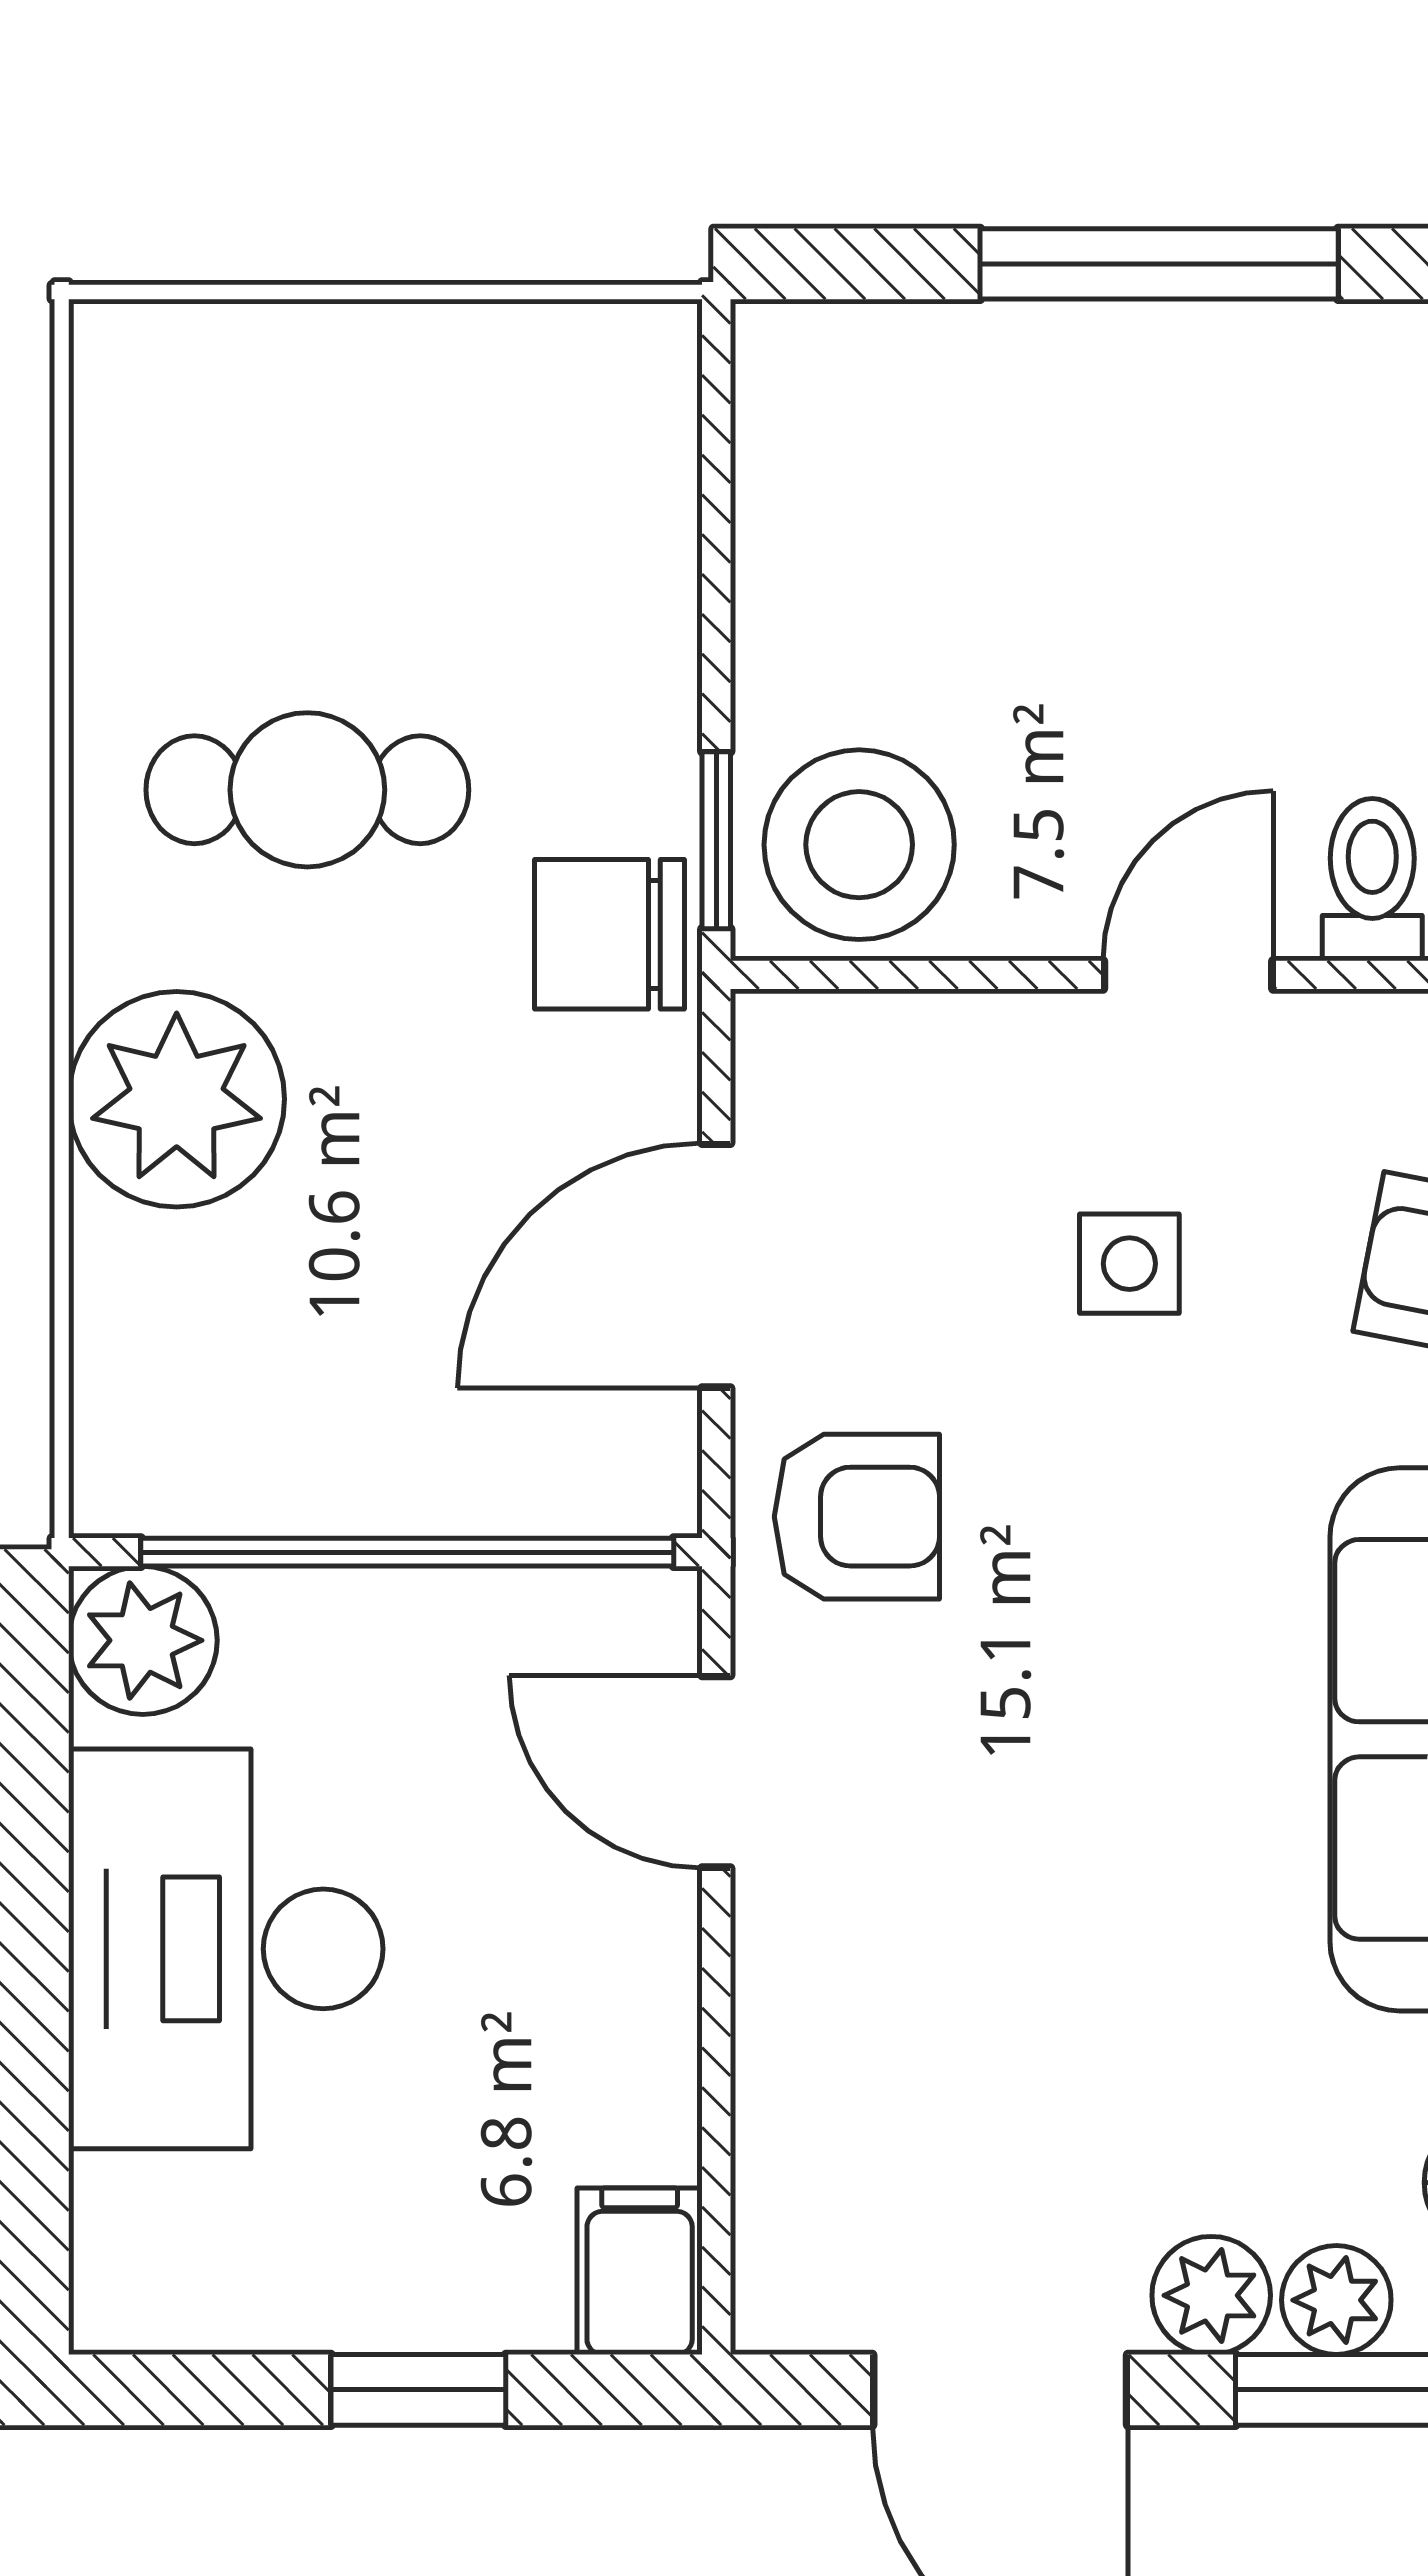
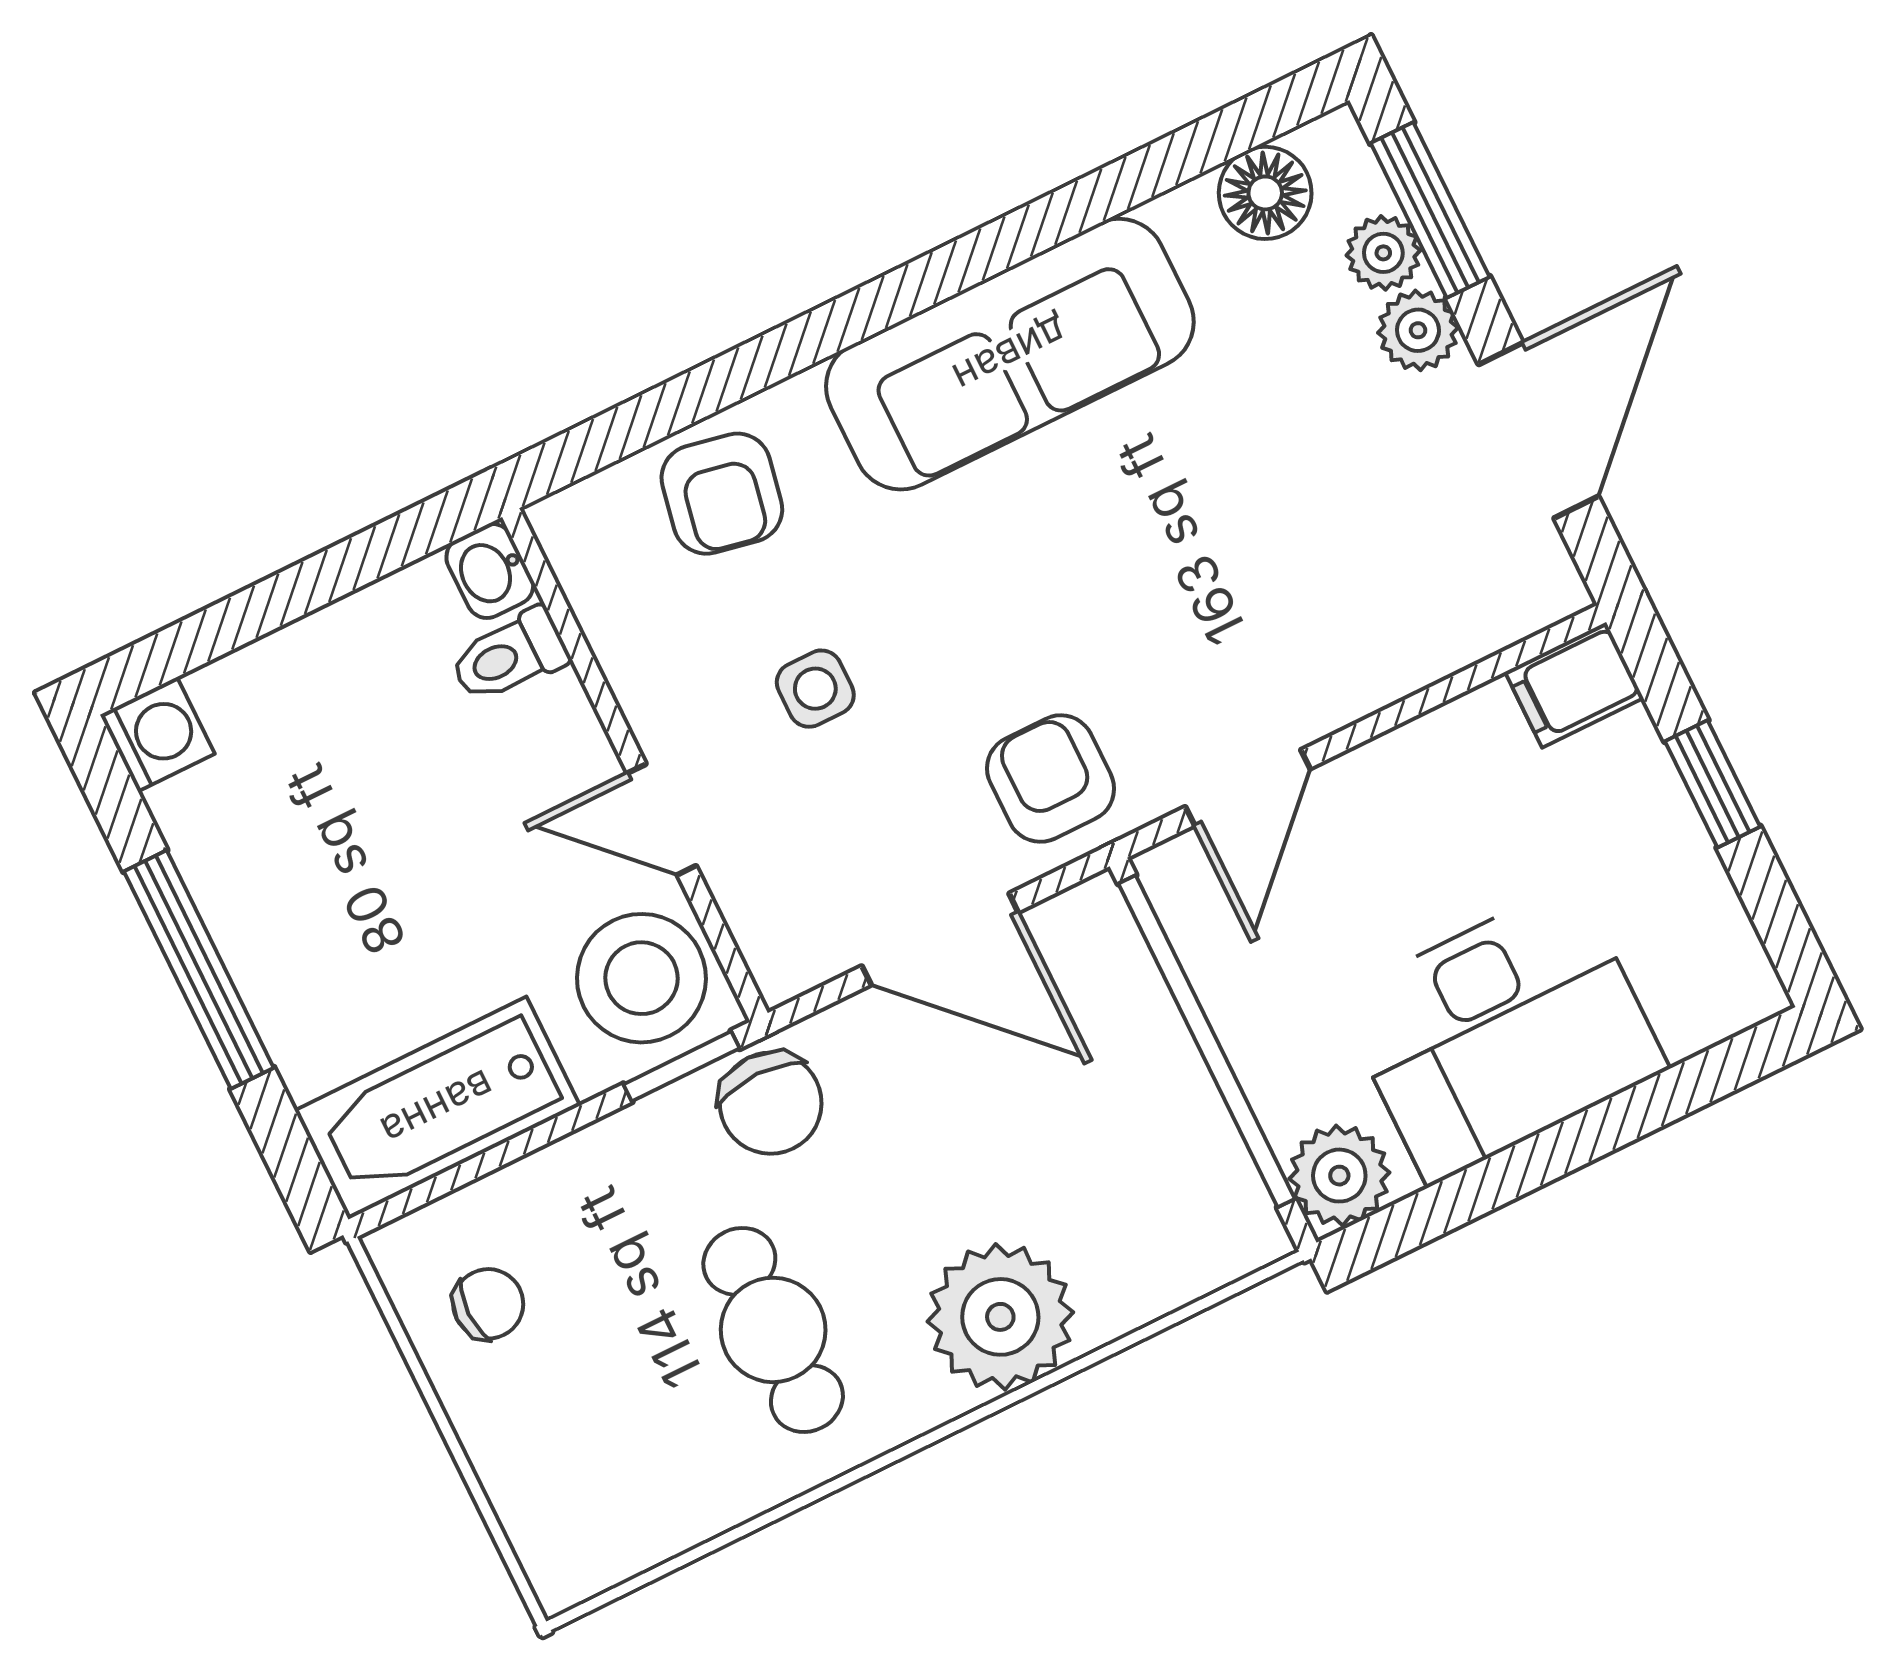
chair: (528, 429) -> (488, 1304), added
bathtub: (820, 490) -> (437, 1108), added
door: (1188, 975) -> (662, 819), moved

